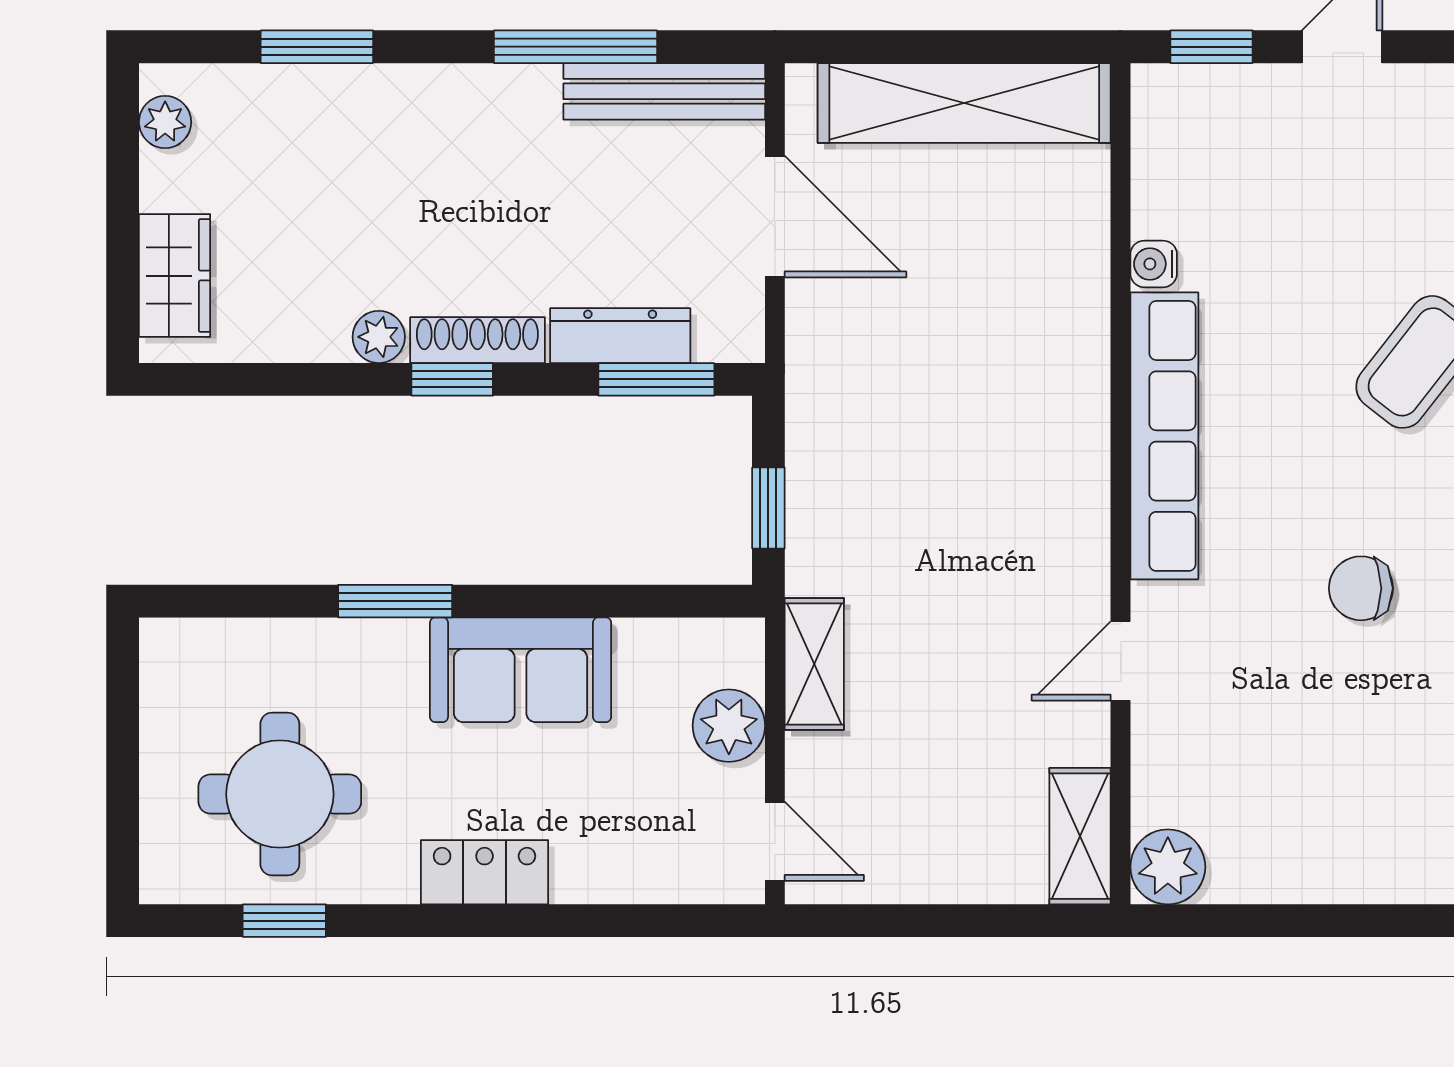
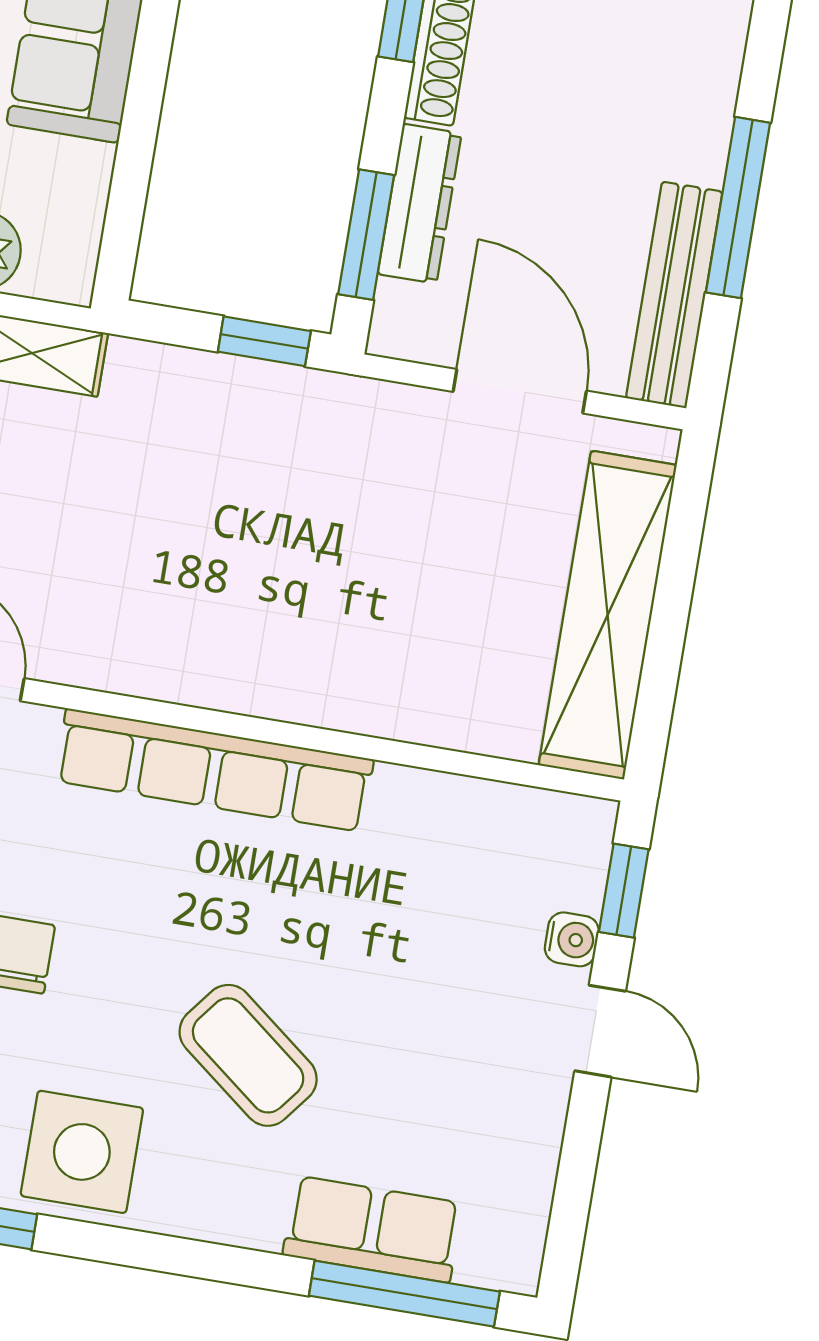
door: (775, 216) -> (520, 391), swing flipped
water cooler: (1154, 264) -> (572, 939), moved, turned 90
window: (768, 508) -> (264, 341), moved

